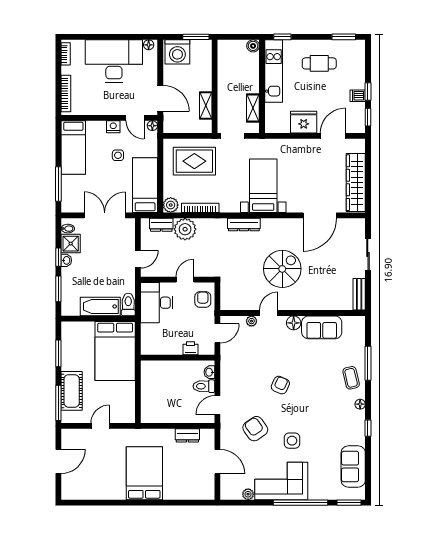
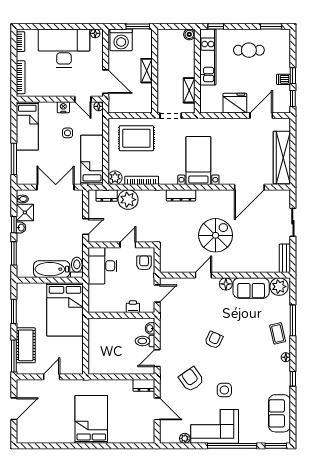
shelving: (206, 106) -> (147, 71), moved
plant: (251, 321) -> (279, 287), moved, width x1.88, depth x1.88
dresser: (187, 435) -> (144, 385), moved

